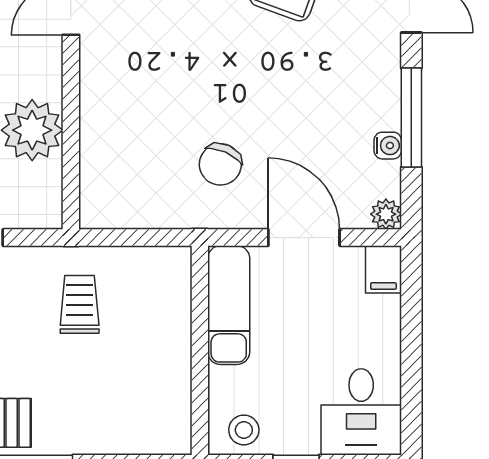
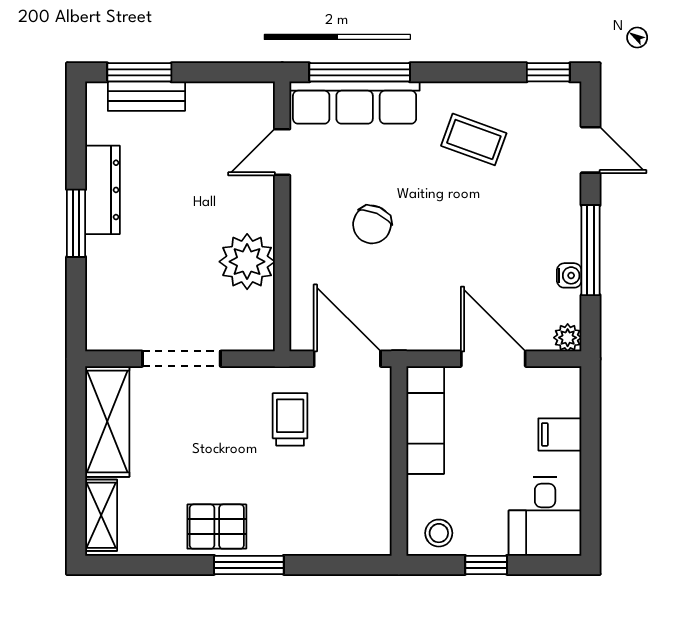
chair: (220, 164) -> (372, 224), moved
door: (143, 238) -> (347, 359), added
filing cabinet: (383, 269) -> (560, 434), moved, turned 90

